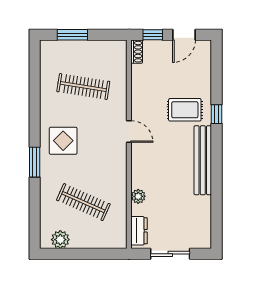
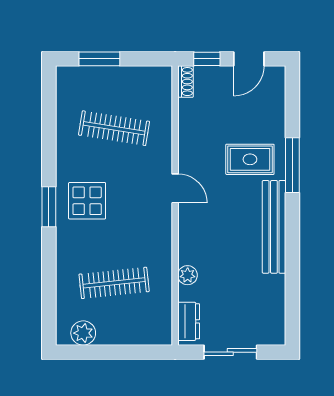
window: (216, 114) -> (292, 165), width x2.17
window: (35, 162) -> (49, 207), moved
clothes rail: (83, 202) -> (114, 283), turned -30

